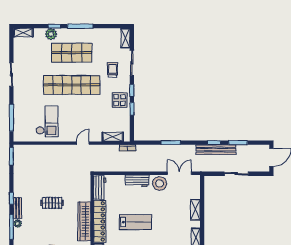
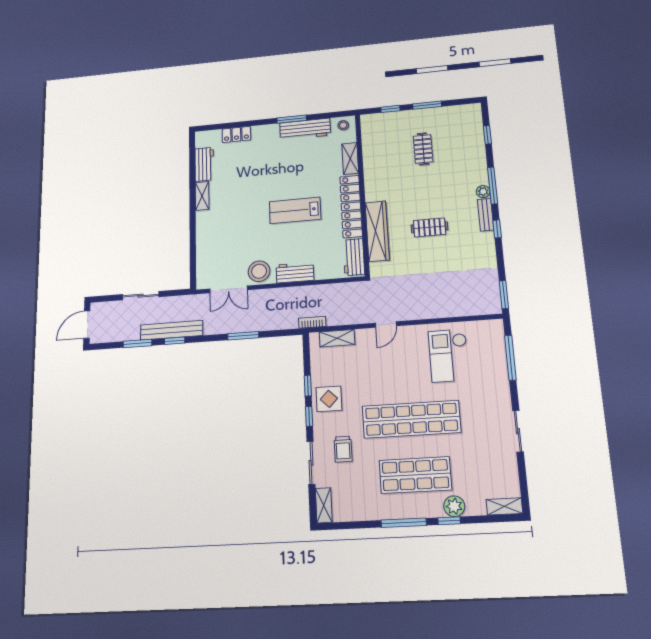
shelving: (195, 210) -> (203, 237), removed
wardrobe: (84, 221) -> (377, 231), moved

